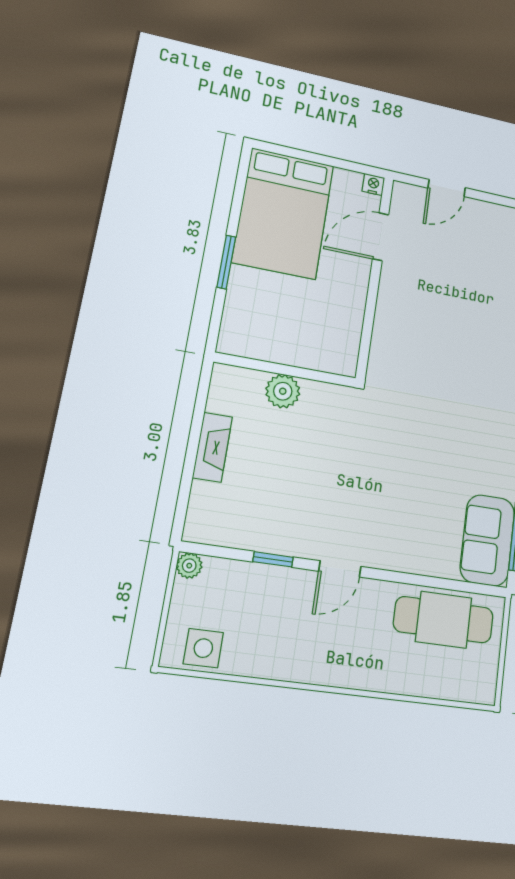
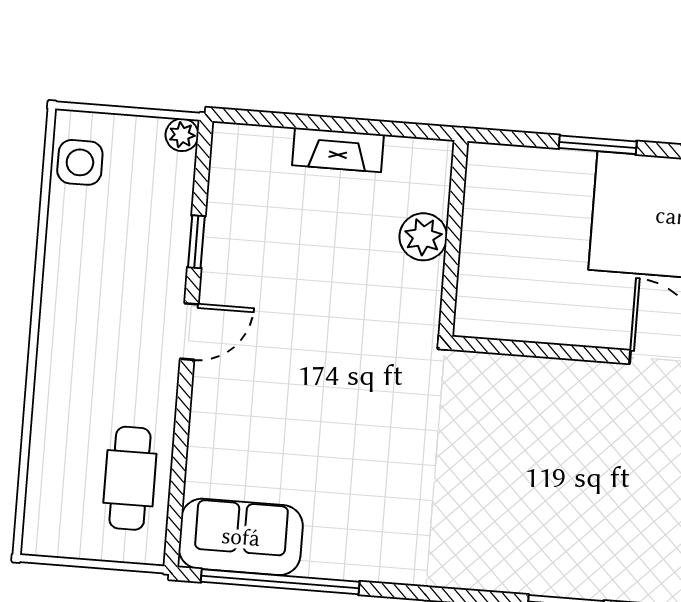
door: (340, 569) -> (189, 332), swing flipped
cafe table: (444, 620) -> (130, 478), width x0.73, depth x0.74

